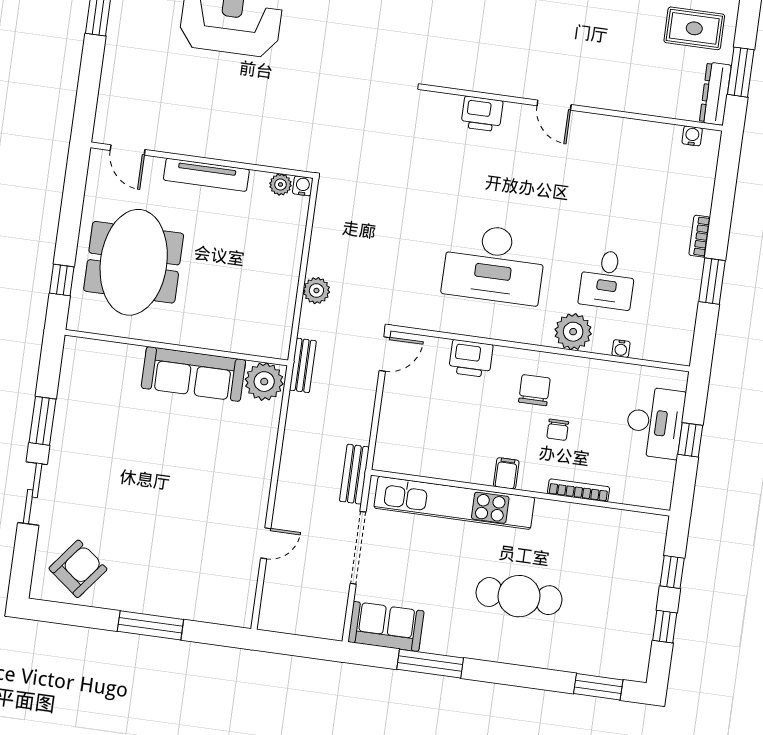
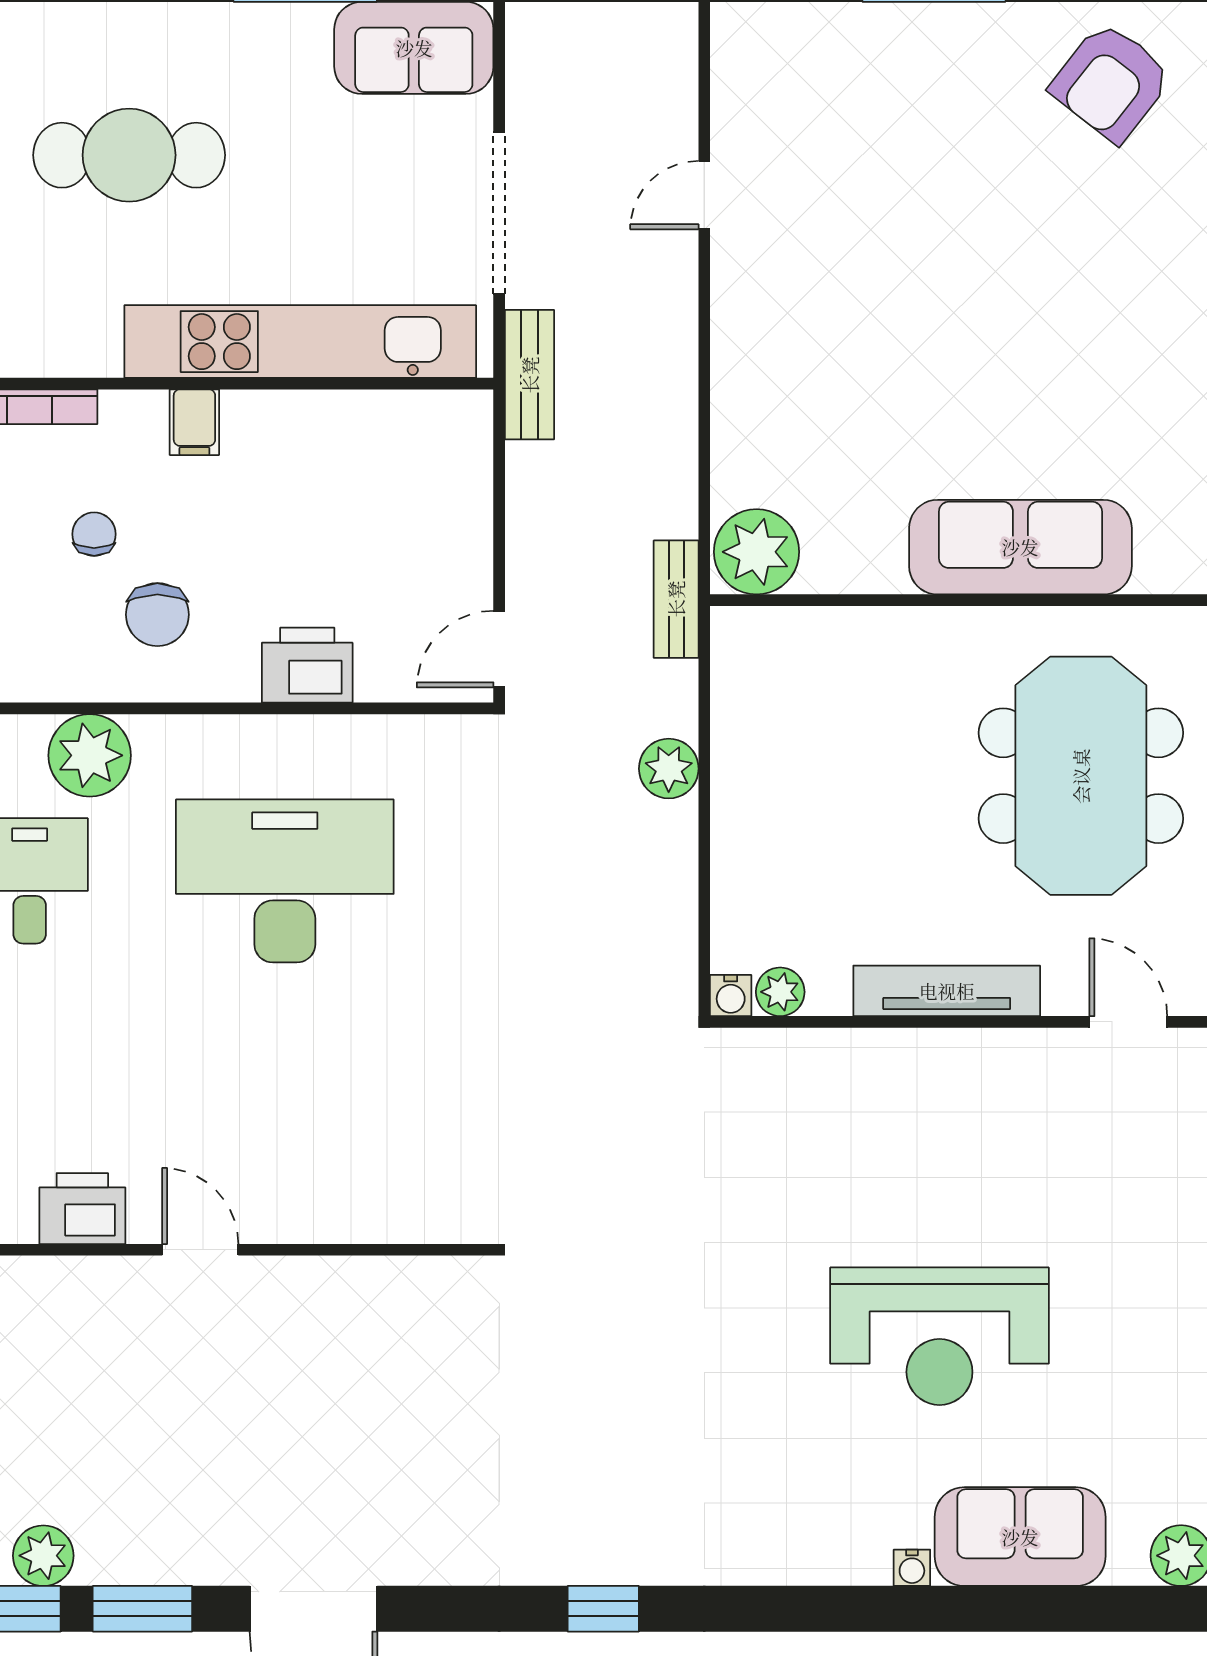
printer: (482, 114) -> (82, 1209), moved
sofa: (193, 374) -> (1020, 547), moved

